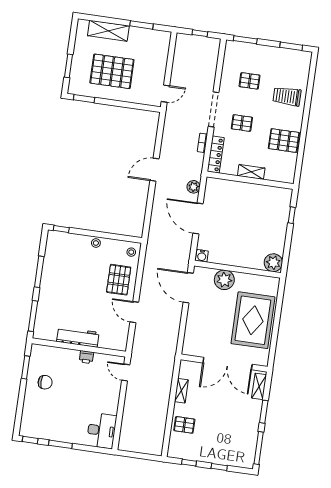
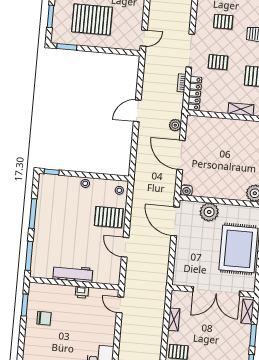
shelving: (251, 172) -> (241, 109), moved
pallet: (119, 280) -> (109, 217), turned 90

